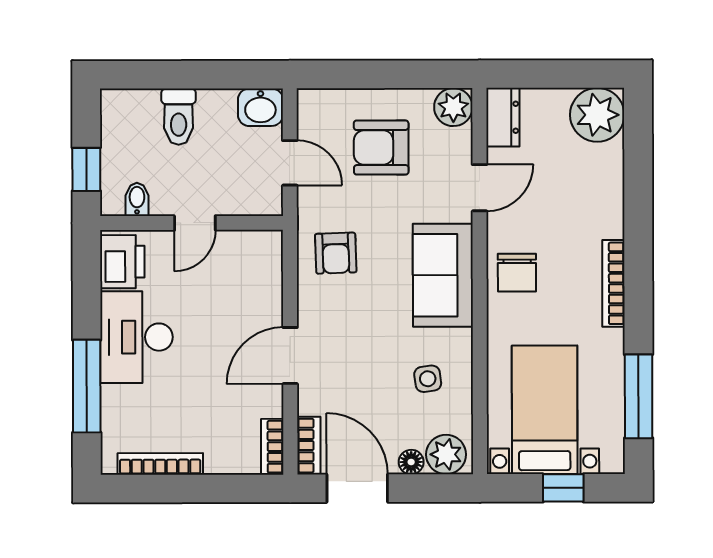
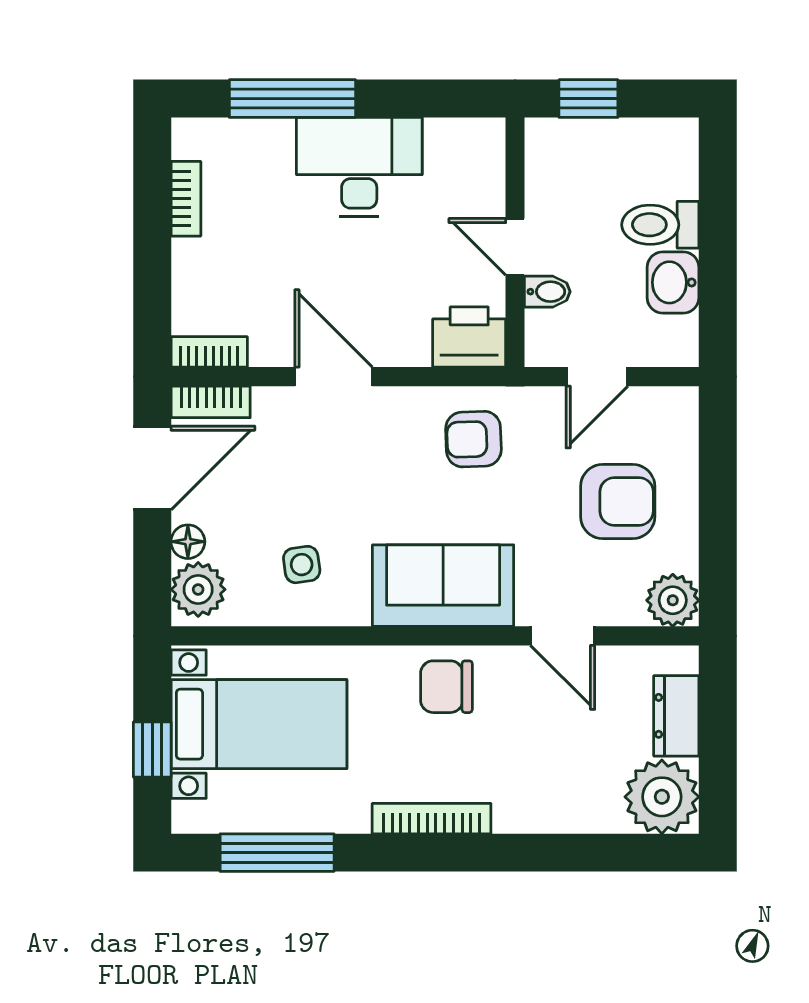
washbasin: (260, 107) -> (673, 282), moved
dresser: (503, 117) -> (676, 716), moved, turned 90
armchair: (381, 148) -> (618, 501), turned 90
bidet: (137, 199) -> (547, 292), moved
printer: (122, 262) -> (469, 337), moved, turned 180
bookcase: (160, 464) -> (186, 199), width x0.64

